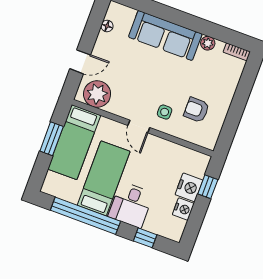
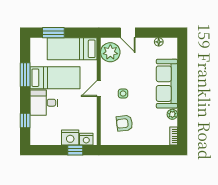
armchair: (196, 110) -> (124, 123), turned -96
side table: (165, 112) -> (123, 94), moved
window: (52, 139) -> (53, 33), moved
nightstand: (183, 209) -> (86, 139), moved
window: (85, 216) -> (25, 75), width x0.47

